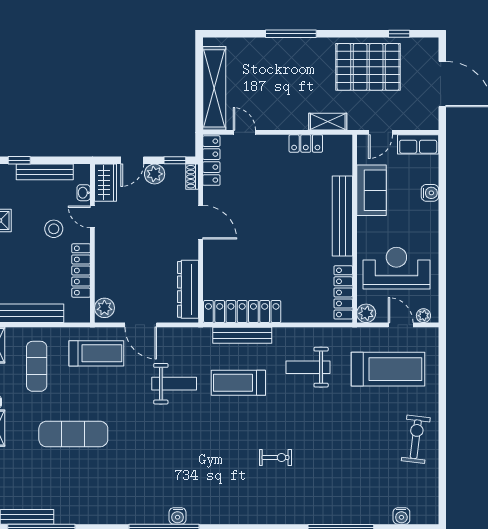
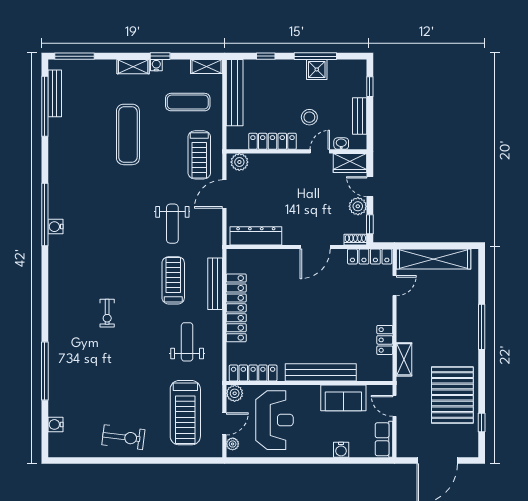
bench: (45, 172) -> (360, 116), width x0.73
locker: (242, 312) -> (236, 308), moved

